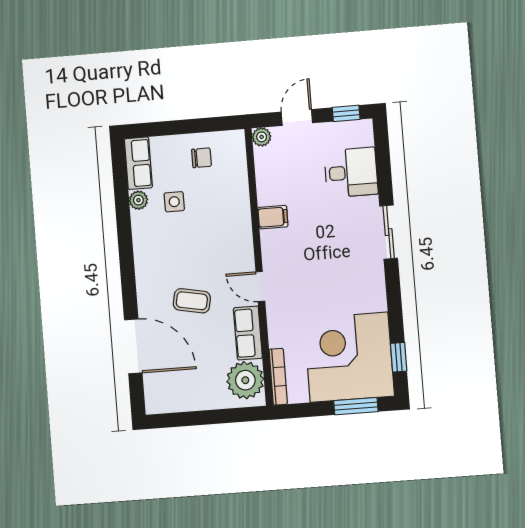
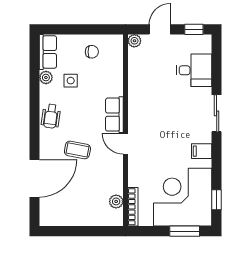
filing cabinet: (273, 217) -> (202, 151), moved, turned 180
wheelchair: (150, 255) -> (51, 116), added
row of seats: (248, 333) -> (114, 115), moved
door: (133, 346) -> (34, 178), hinge flipped
plant: (245, 380) -> (116, 201), width x0.53, depth x0.53

